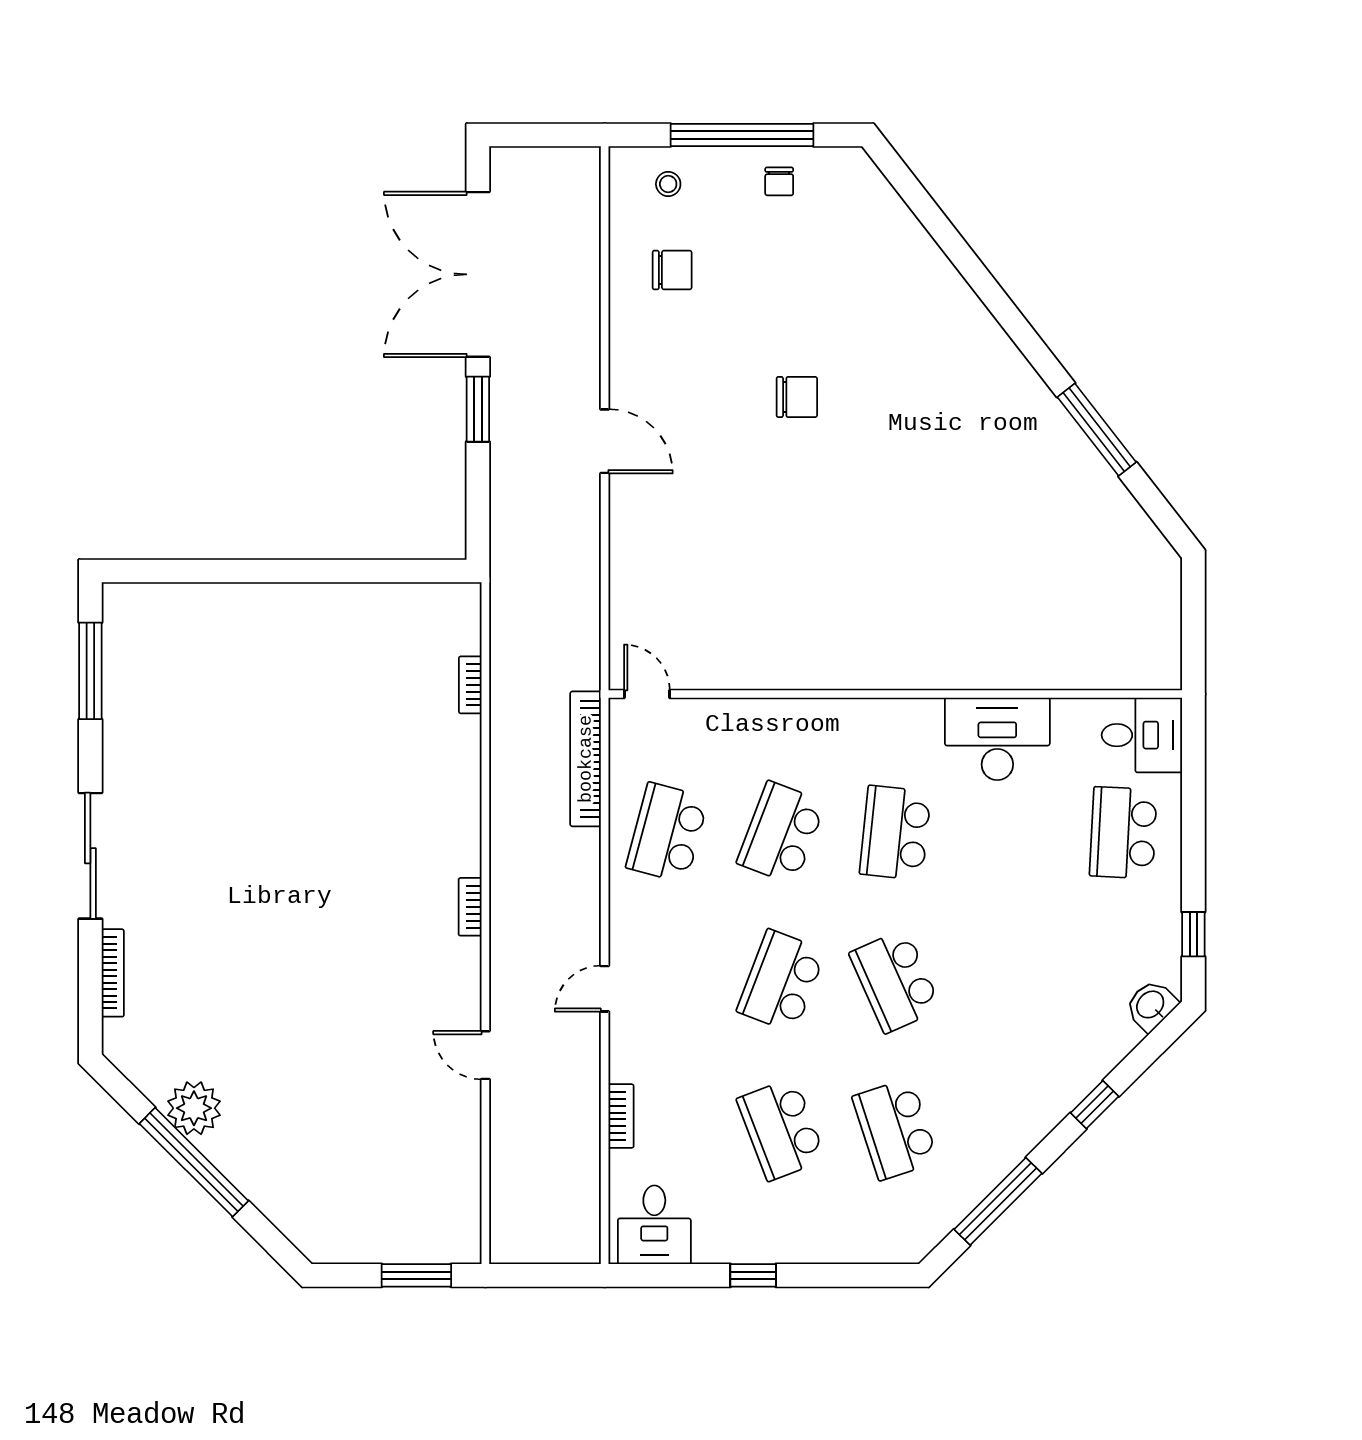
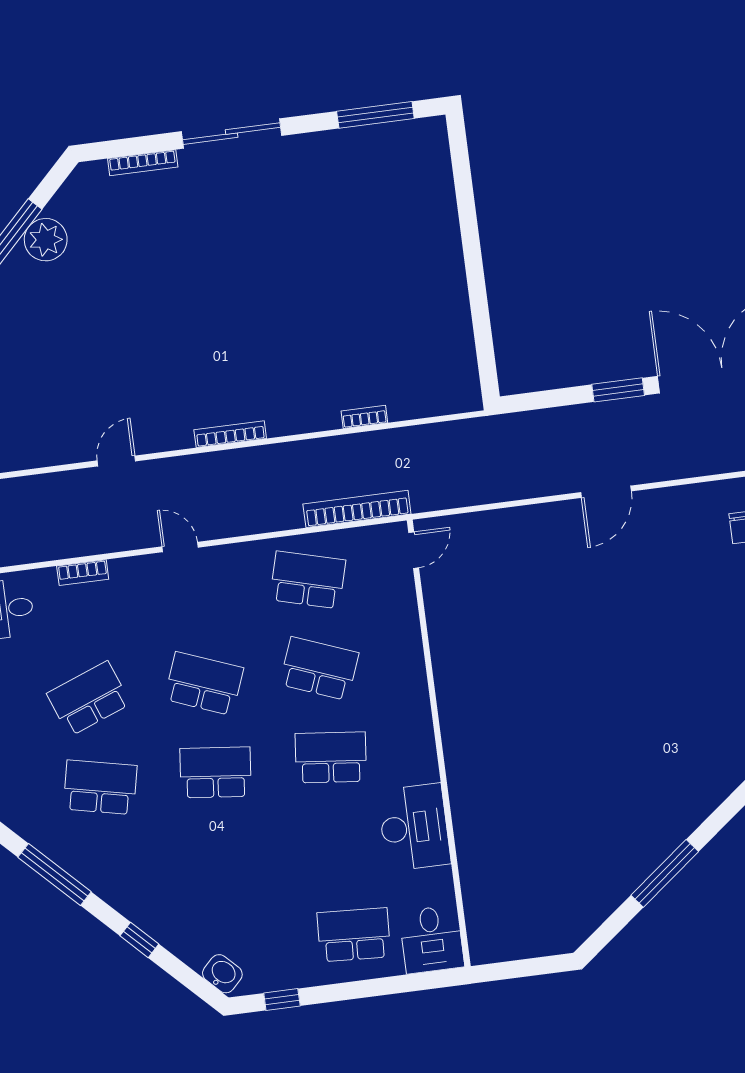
chair: (797, 397) -> (660, 637), removed
bookcase: (470, 685) -> (364, 417), moved
bookcase: (470, 907) -> (230, 434), width x1.56
school desk: (895, 981) -> (215, 772), turned 30
school desk: (895, 1129) -> (100, 787), turned 30

